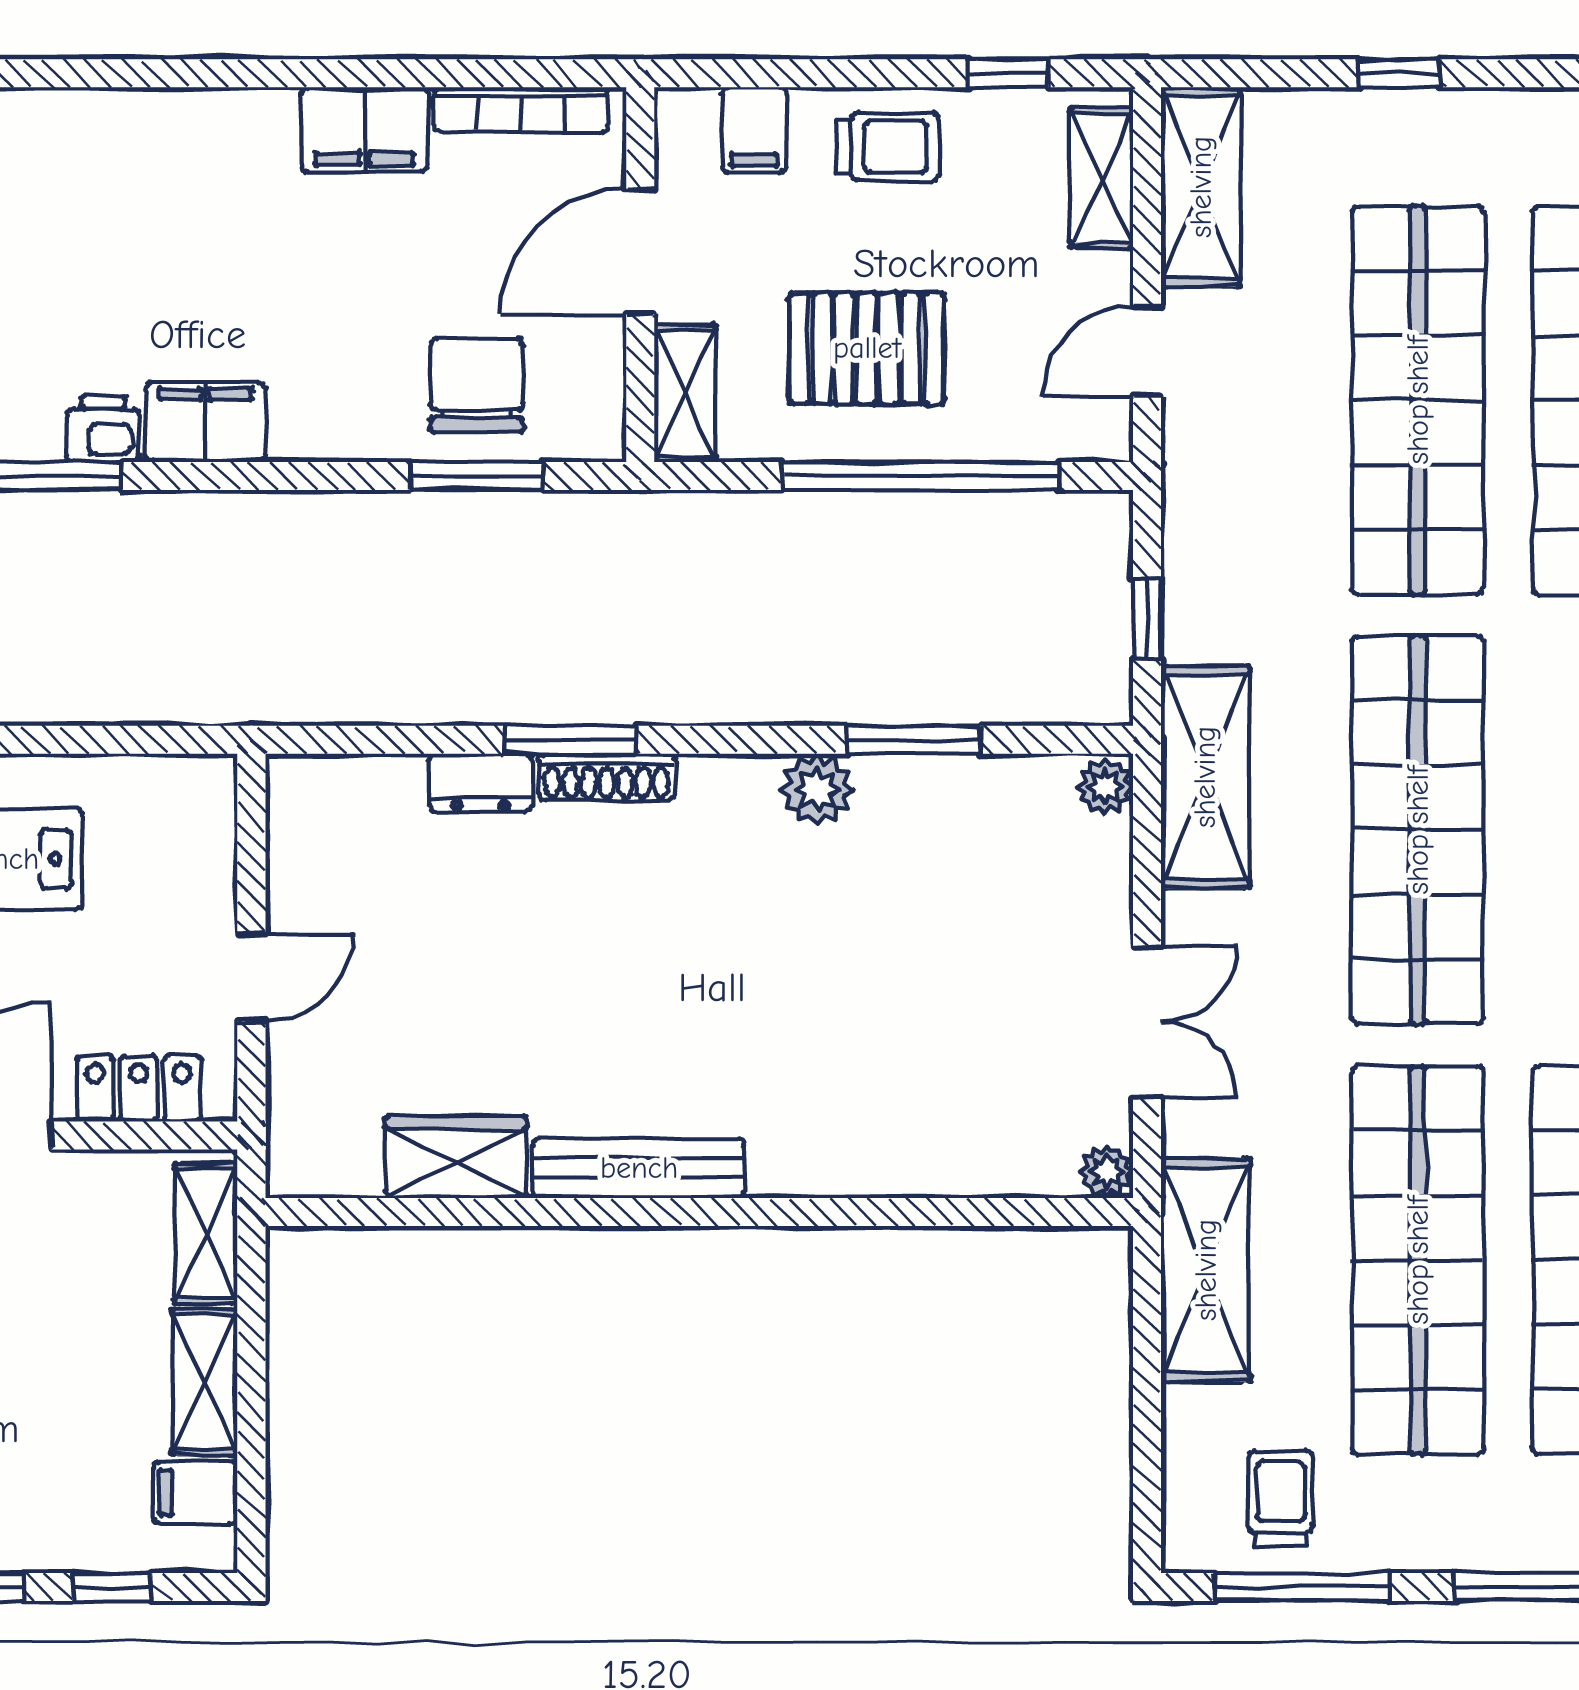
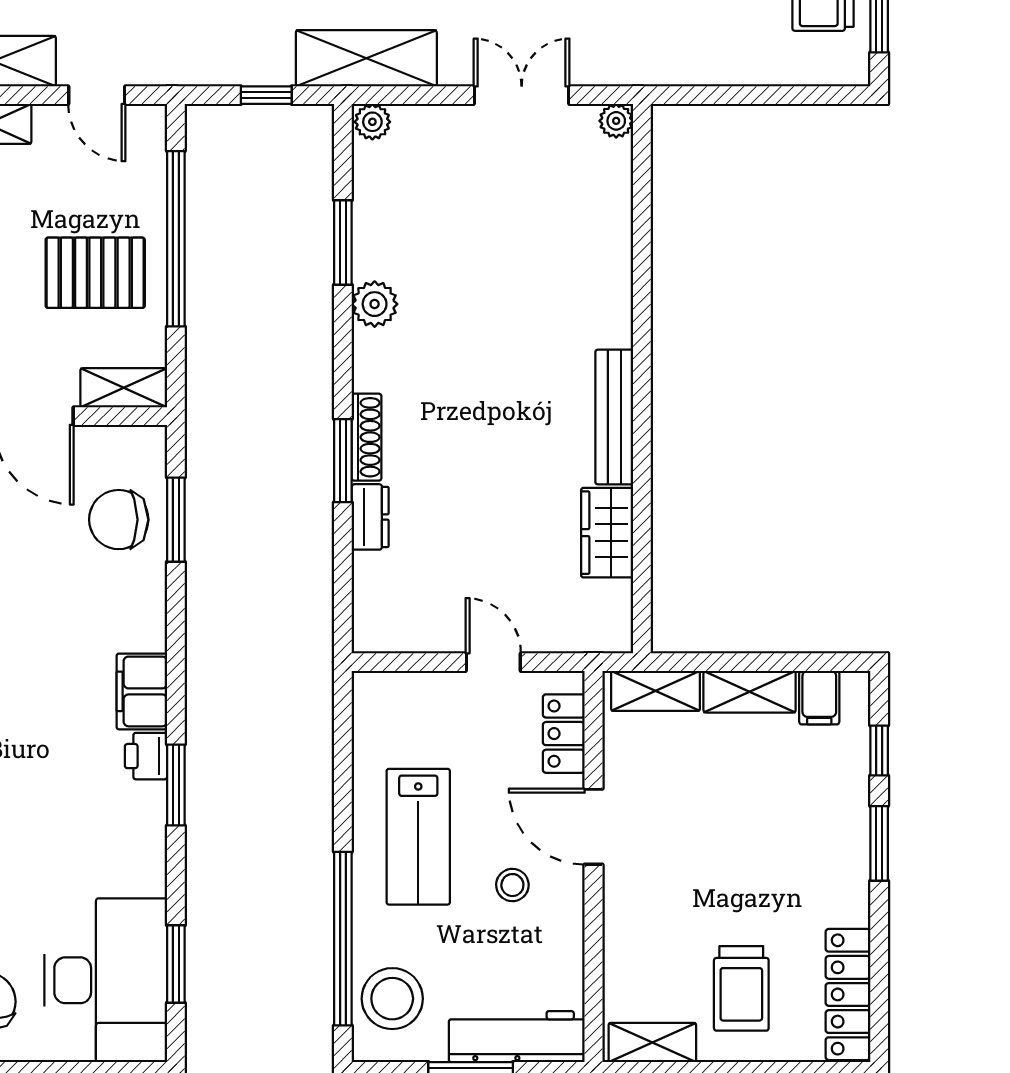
pallet: (867, 348) -> (95, 273), turned 90
shelving: (1206, 1270) -> (679, 58), removed

